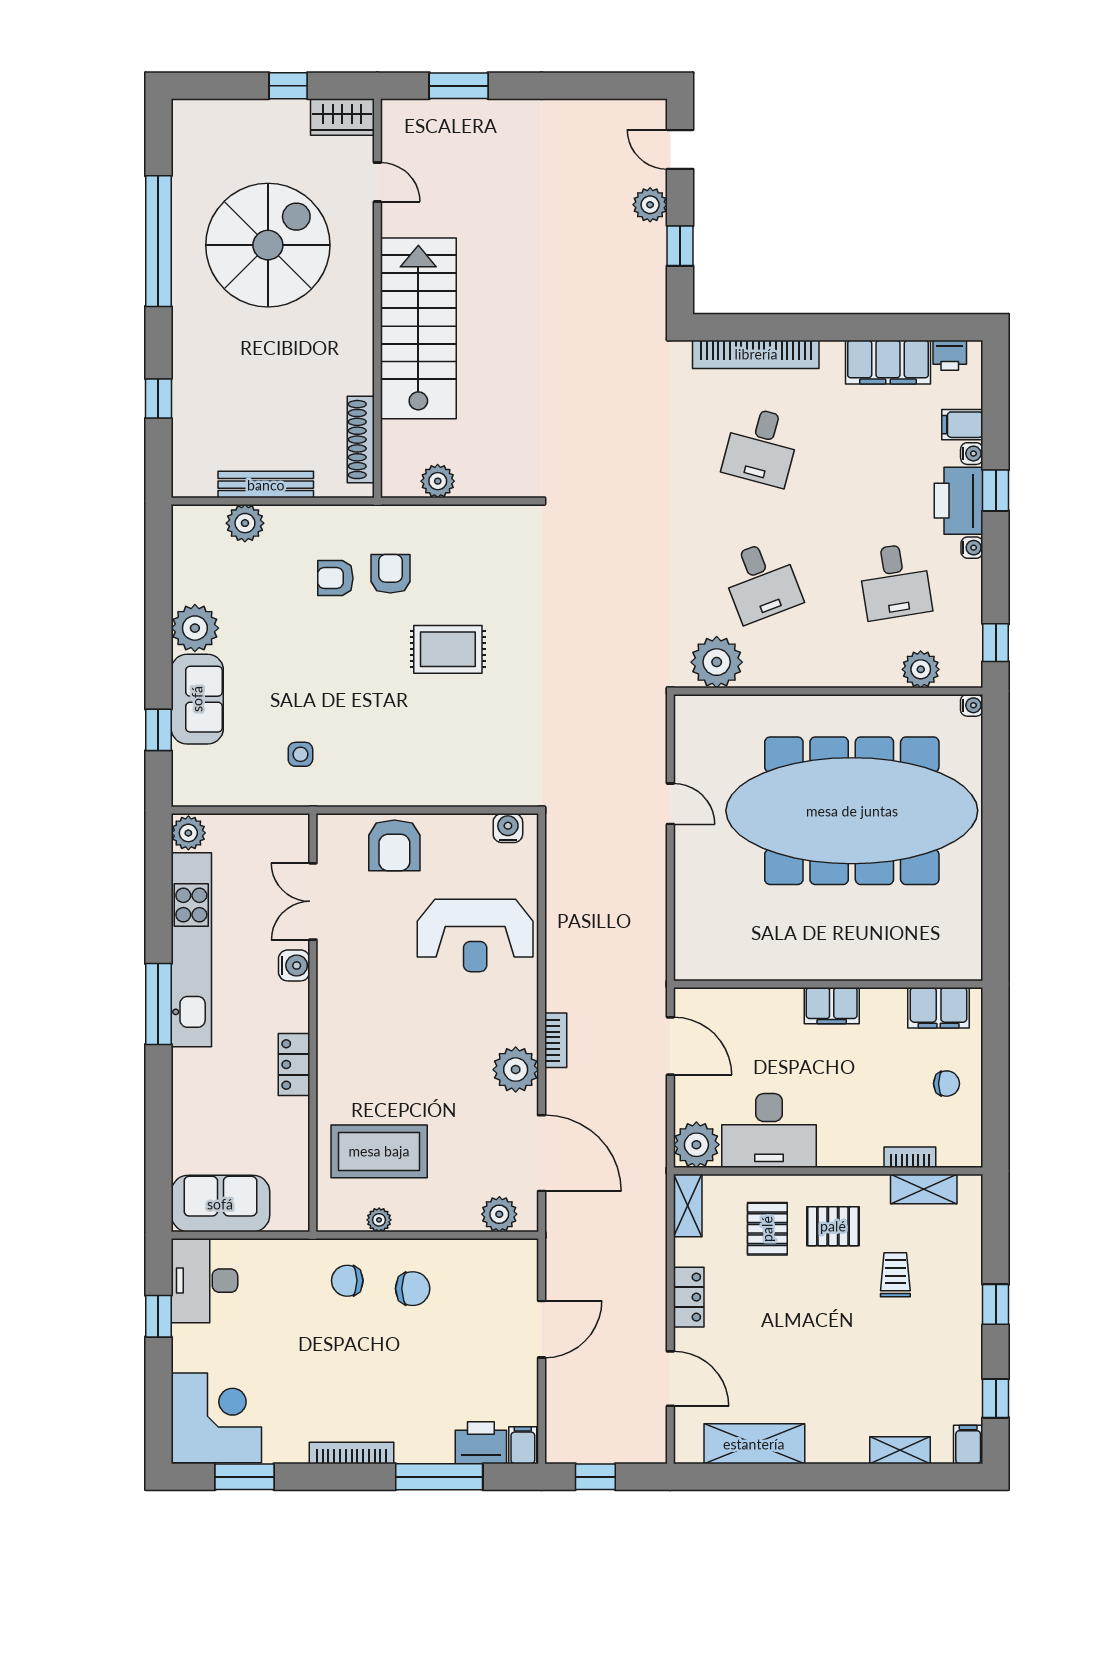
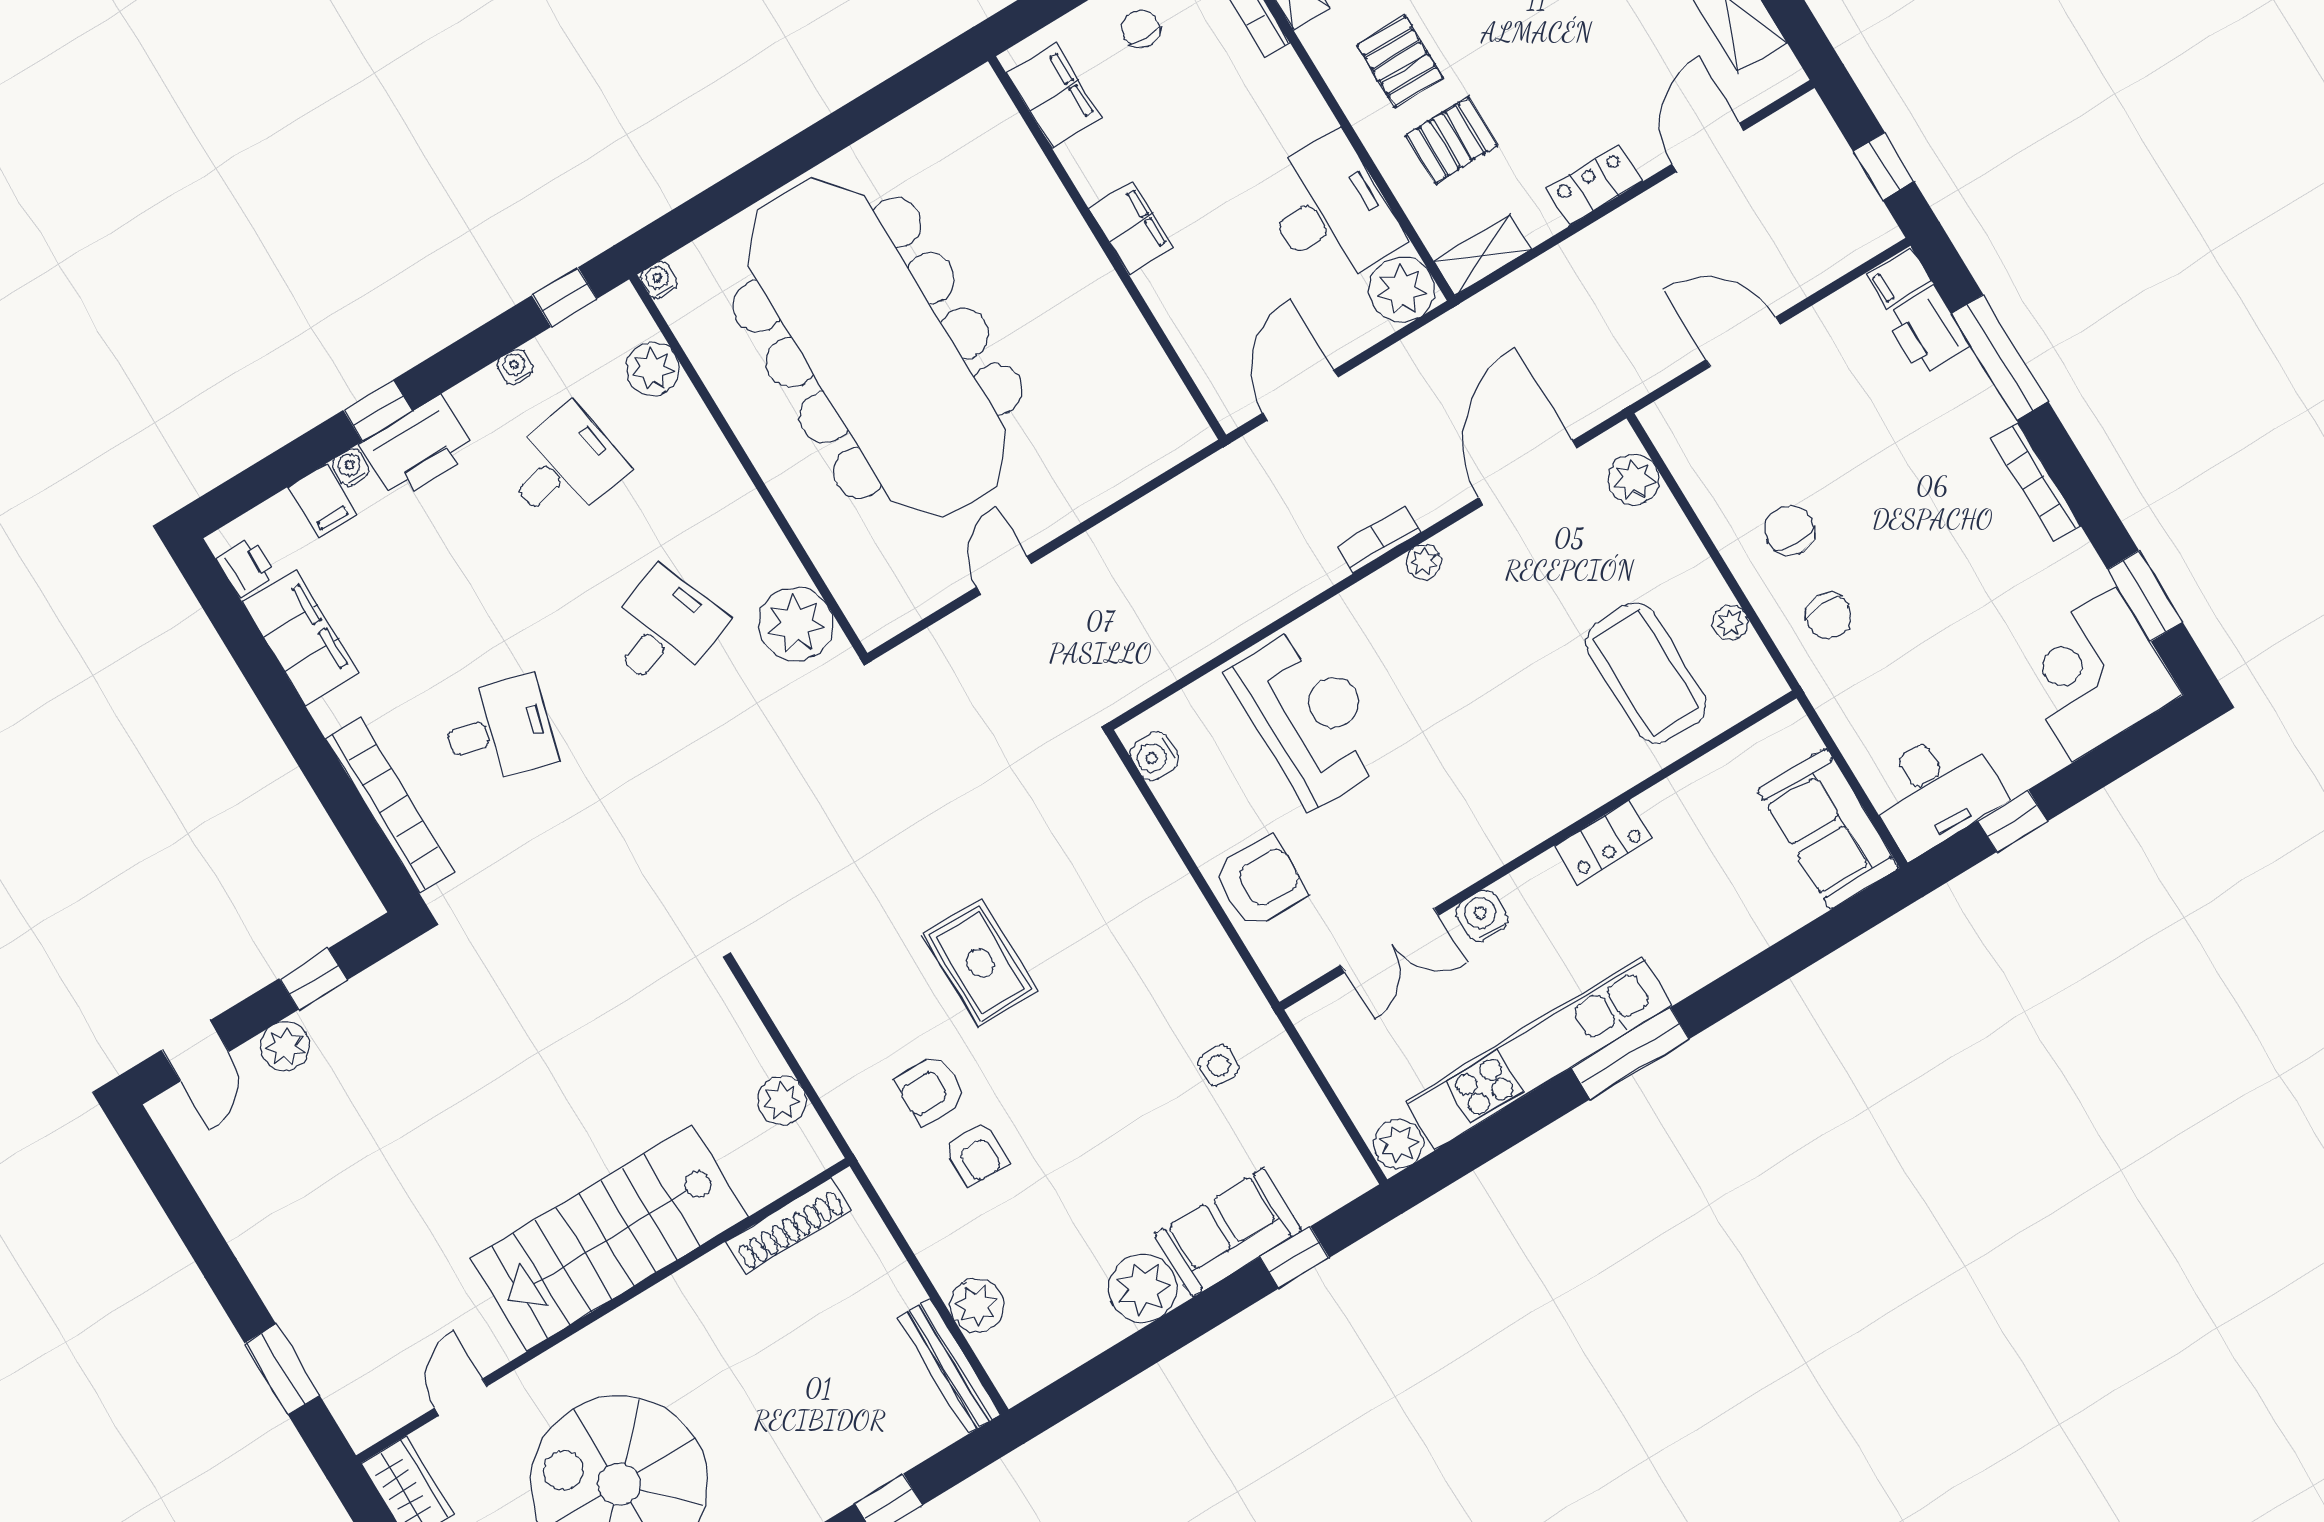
bench: (266, 485) -> (949, 1366), moved
water cooler: (972, 548) -> (515, 367), moved
plant: (516, 1070) -> (1424, 562), width x0.53, depth x0.53

